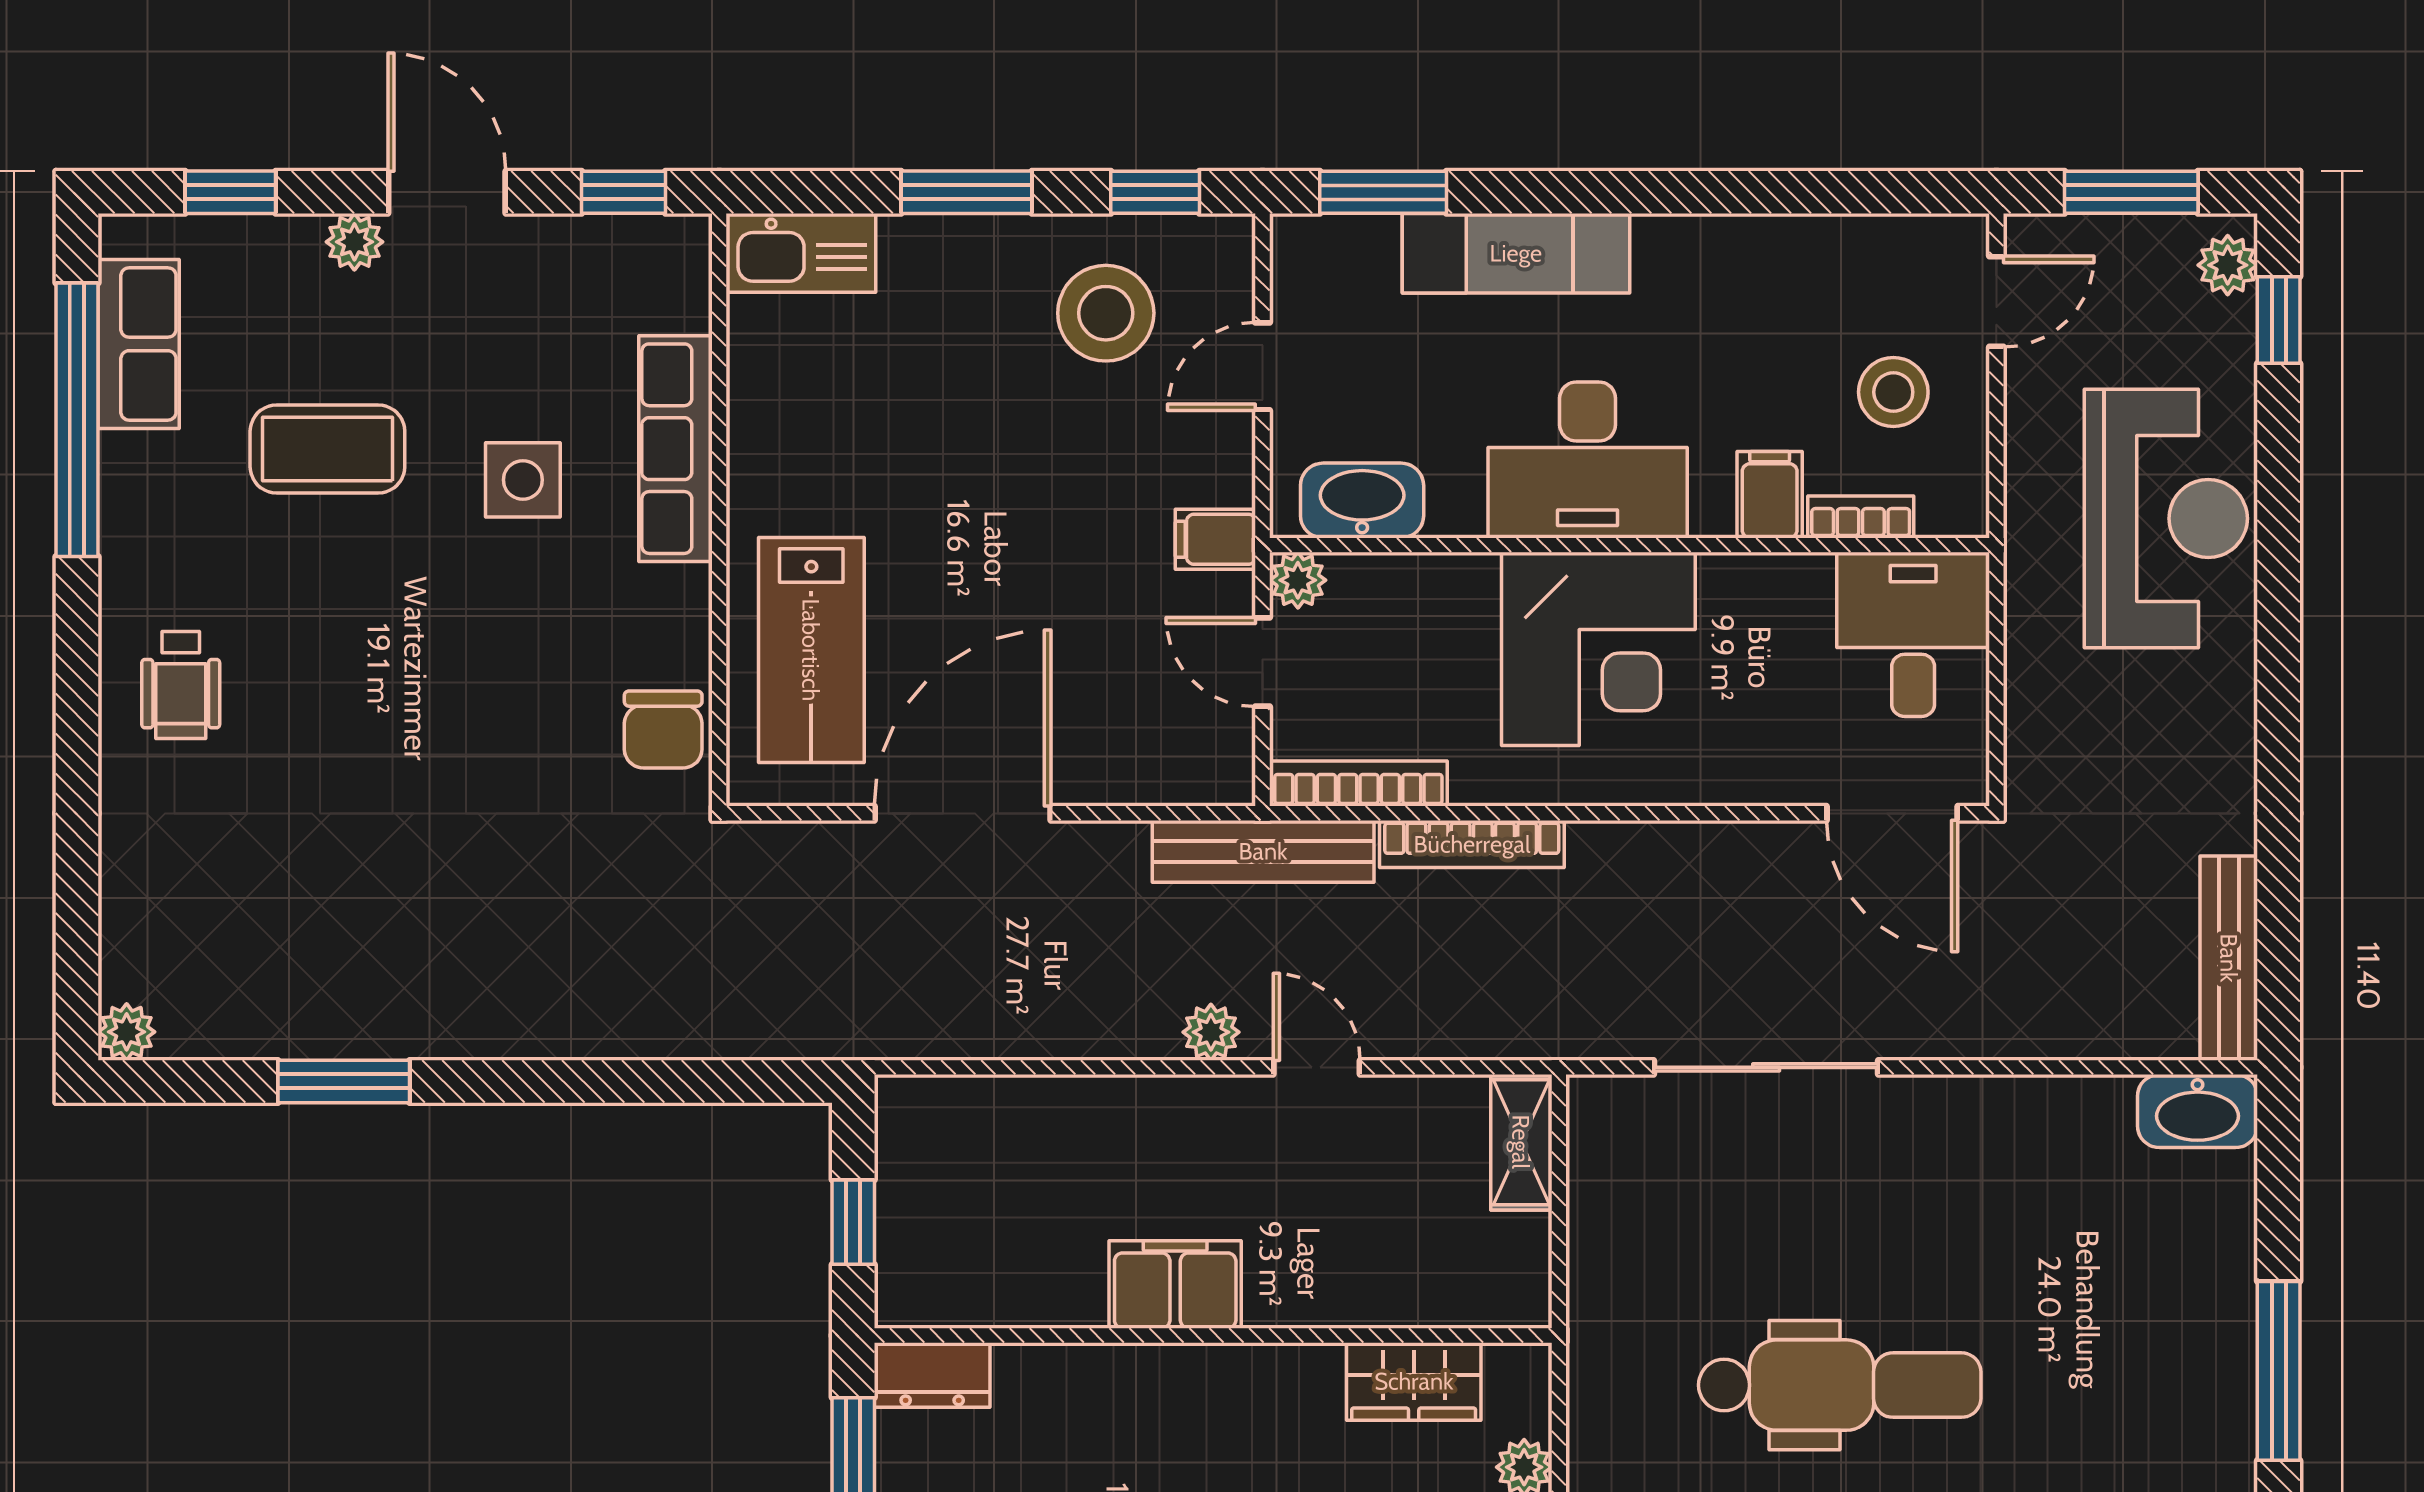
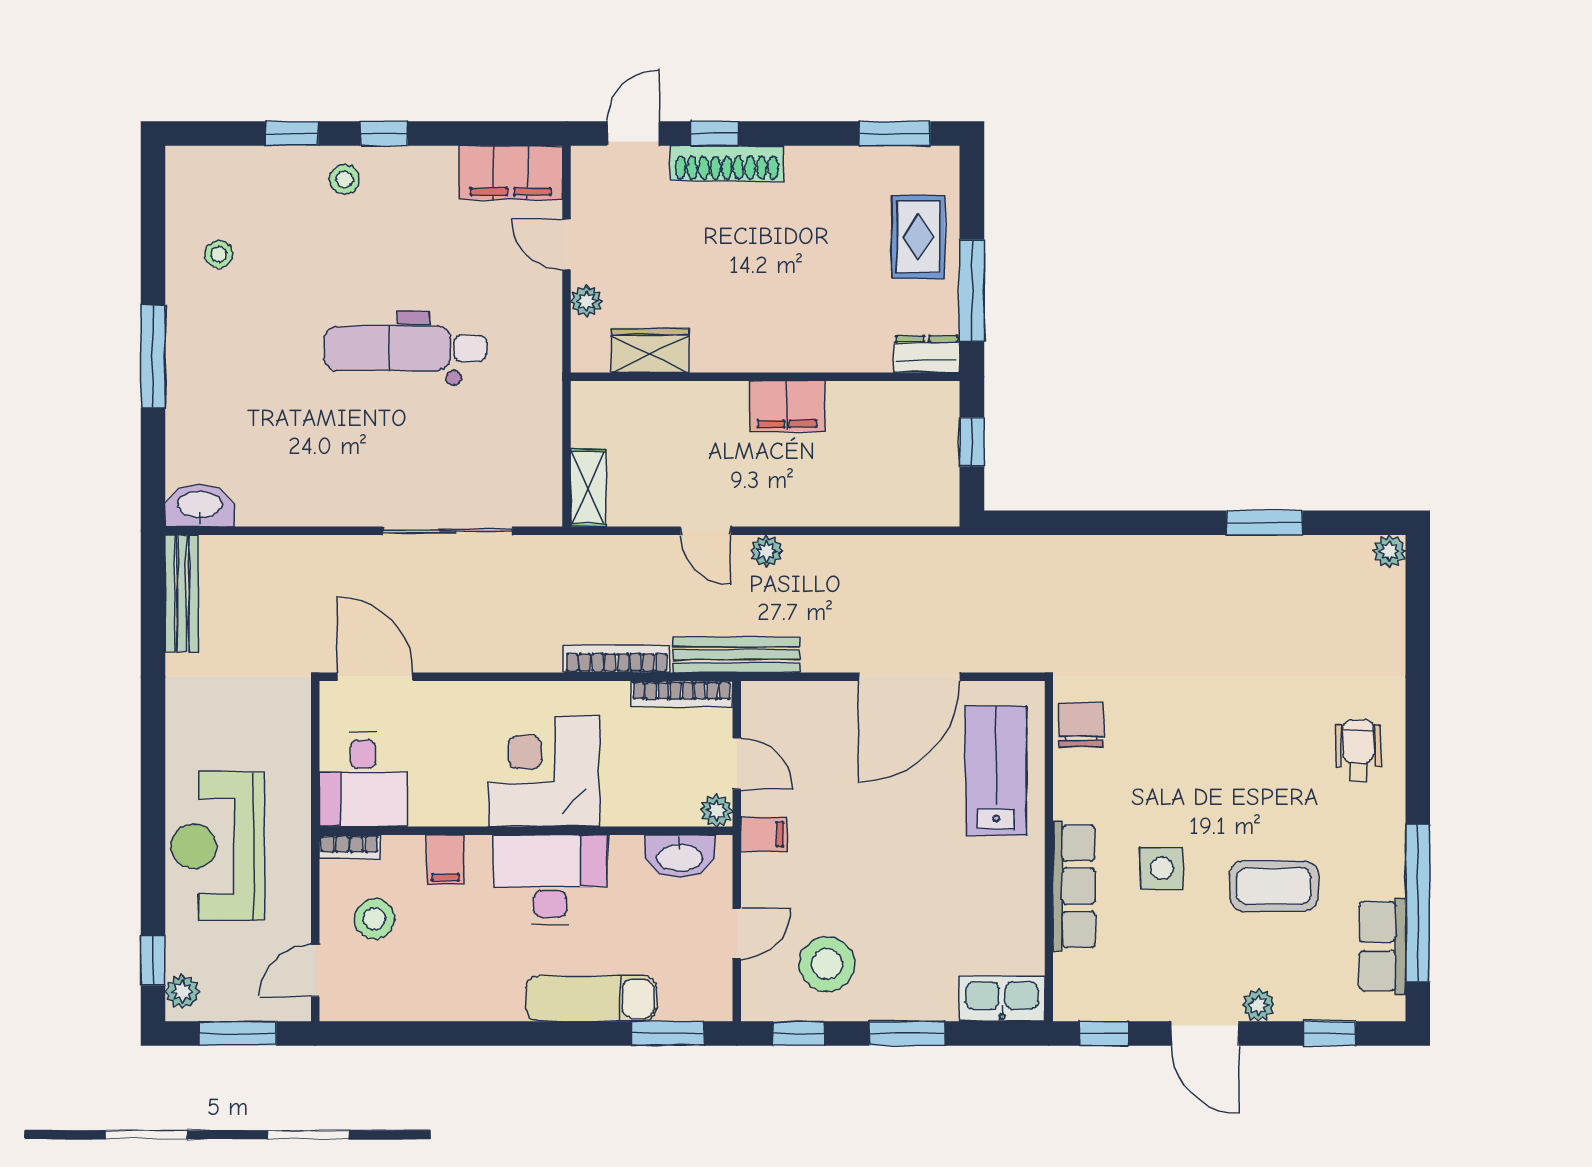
bookcase: (1861, 517) -> (350, 847), moved

